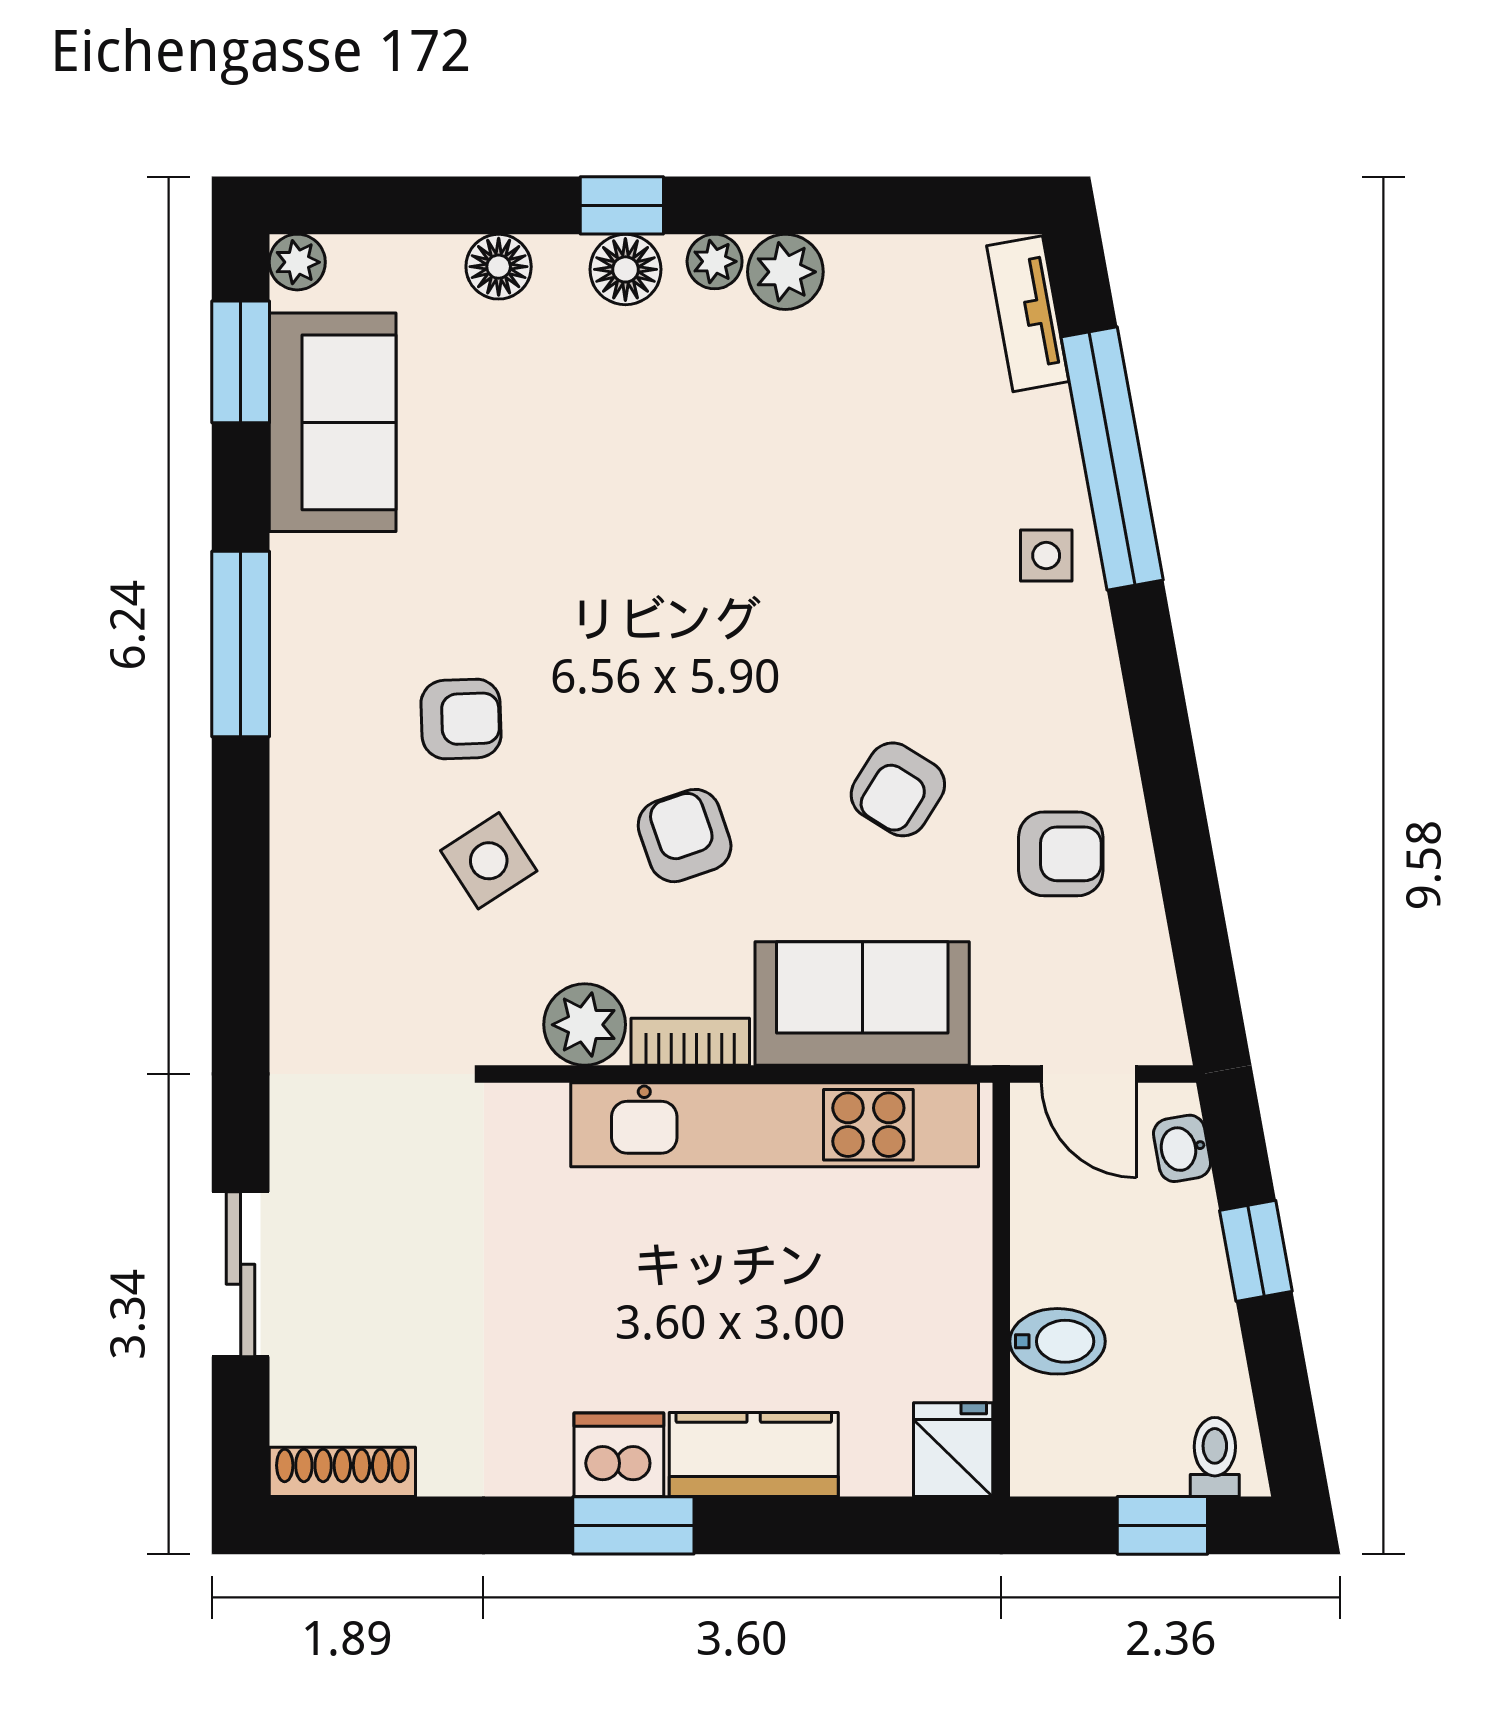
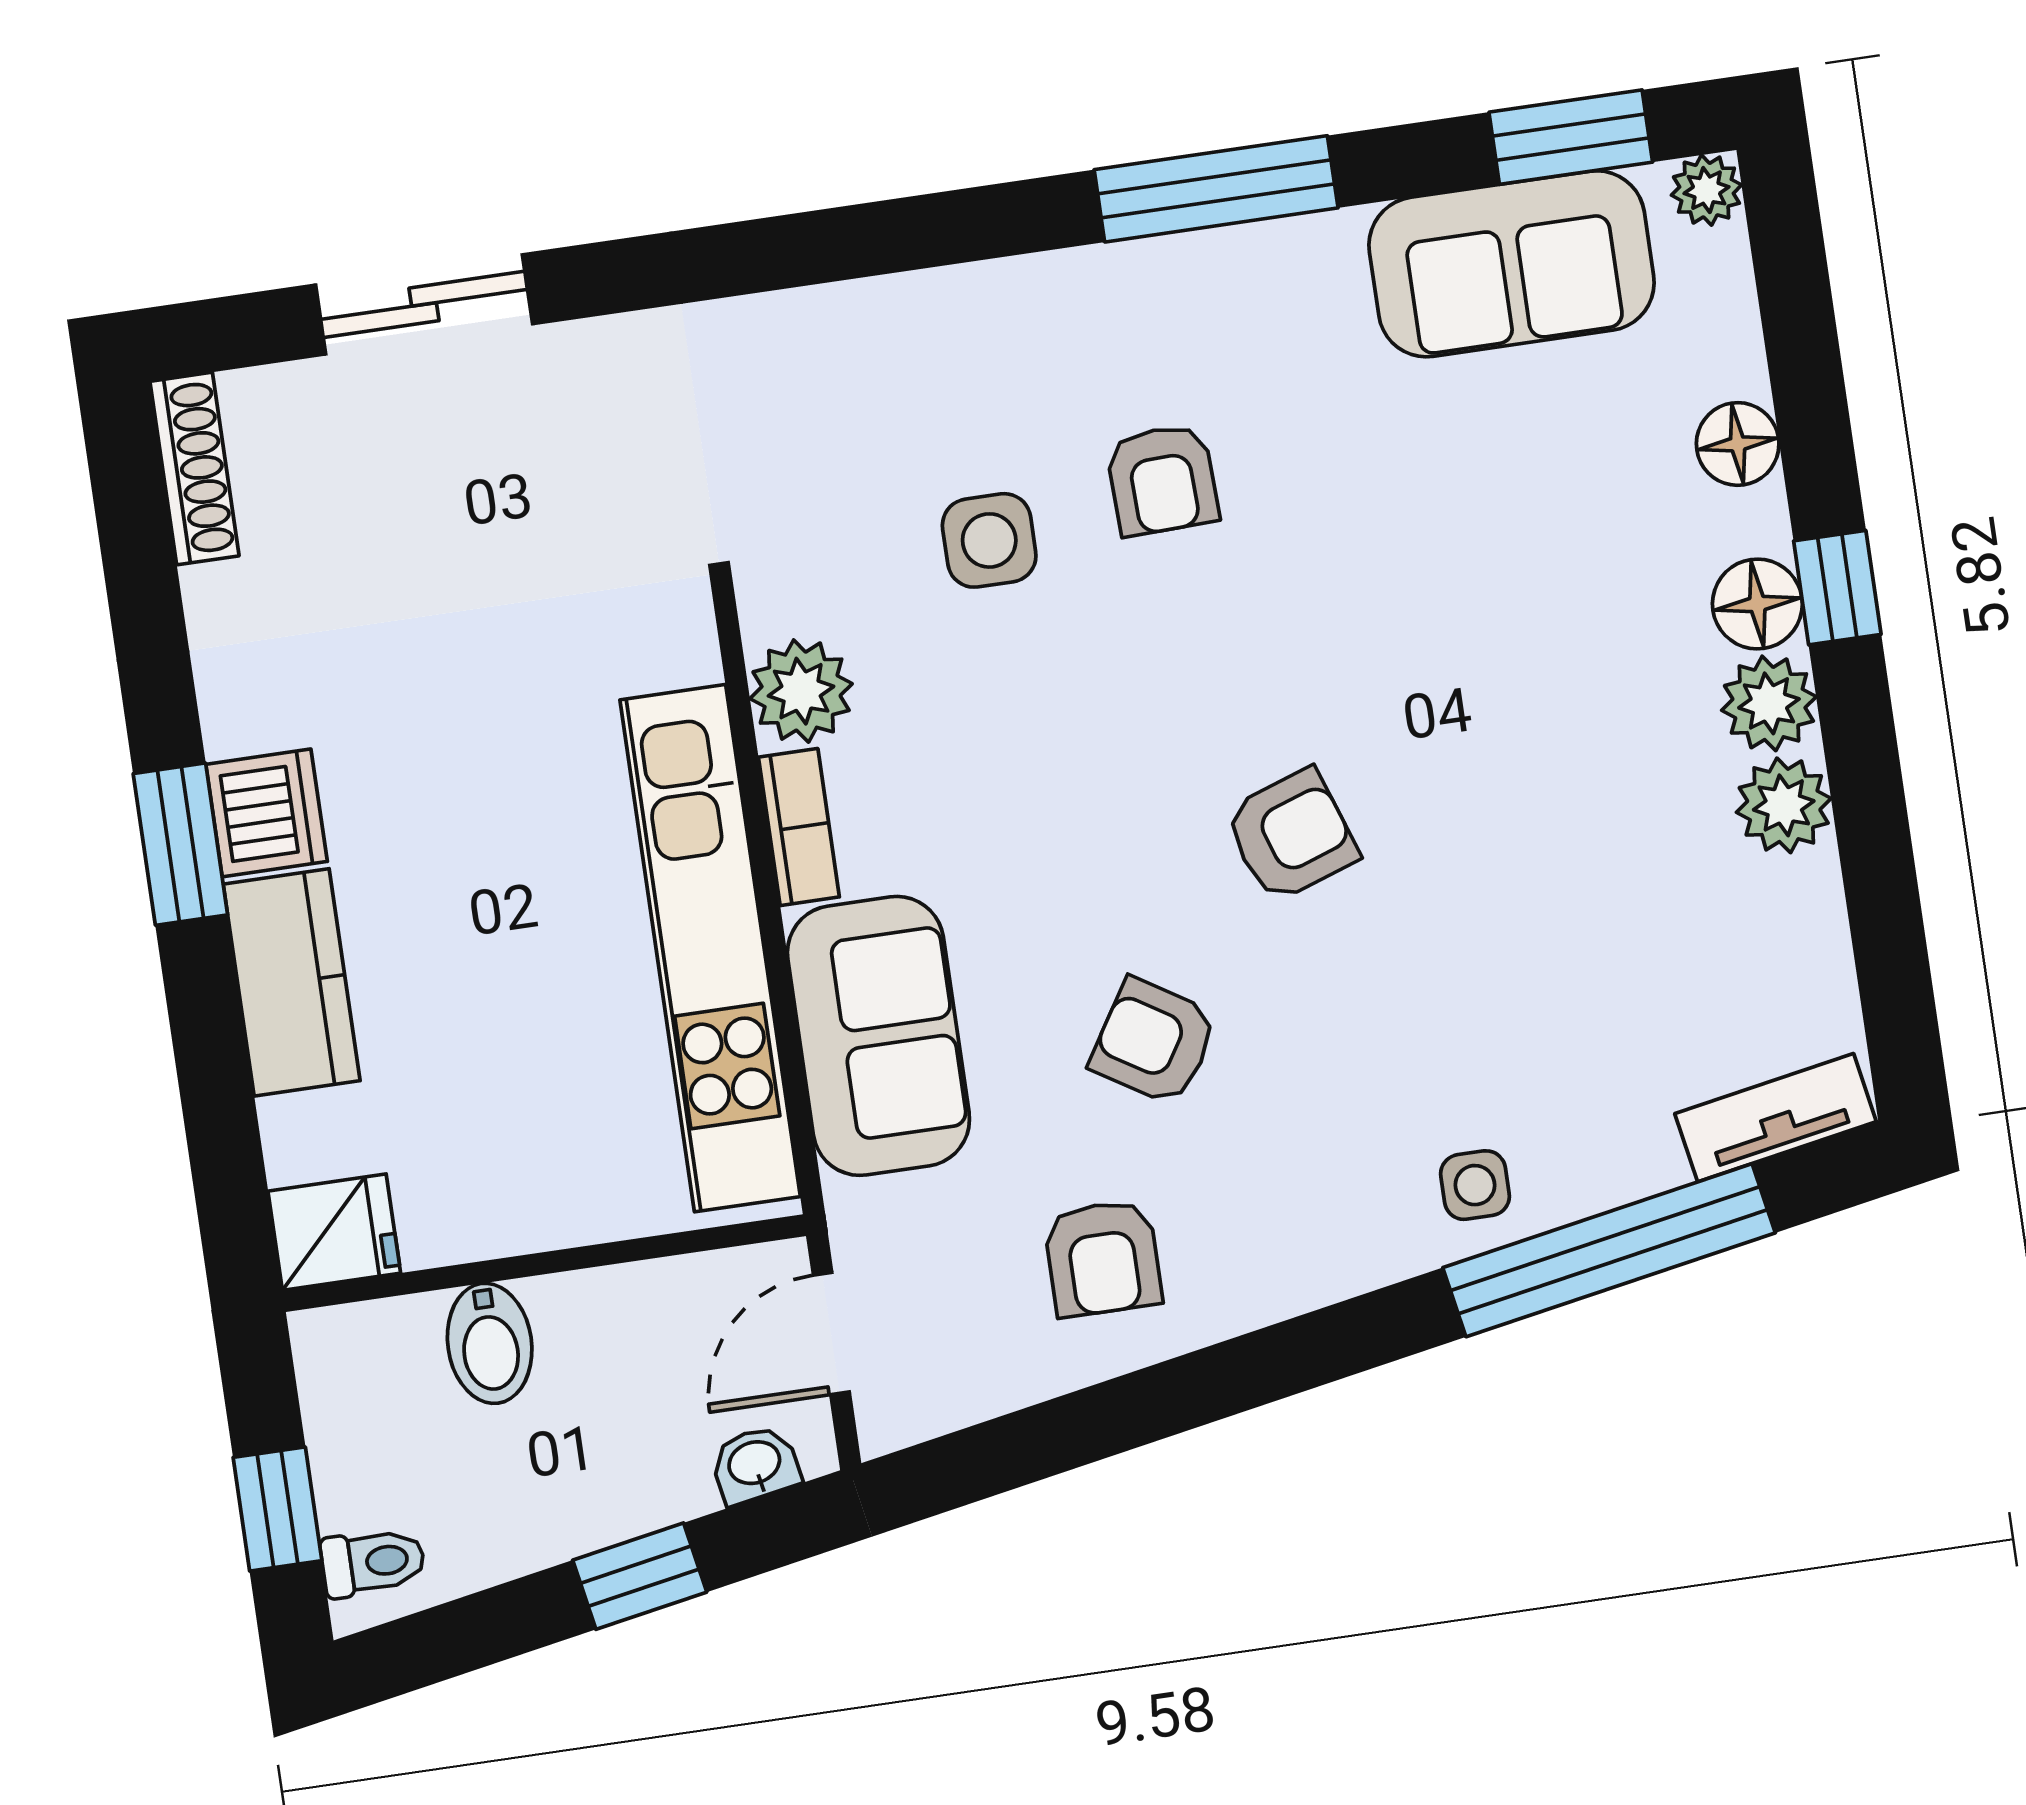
plant: (715, 261) -> (1769, 703), width x1.38, depth x1.38
armchair: (685, 836) -> (1291, 835), moved
side table: (489, 861) -> (989, 540), turned 33

